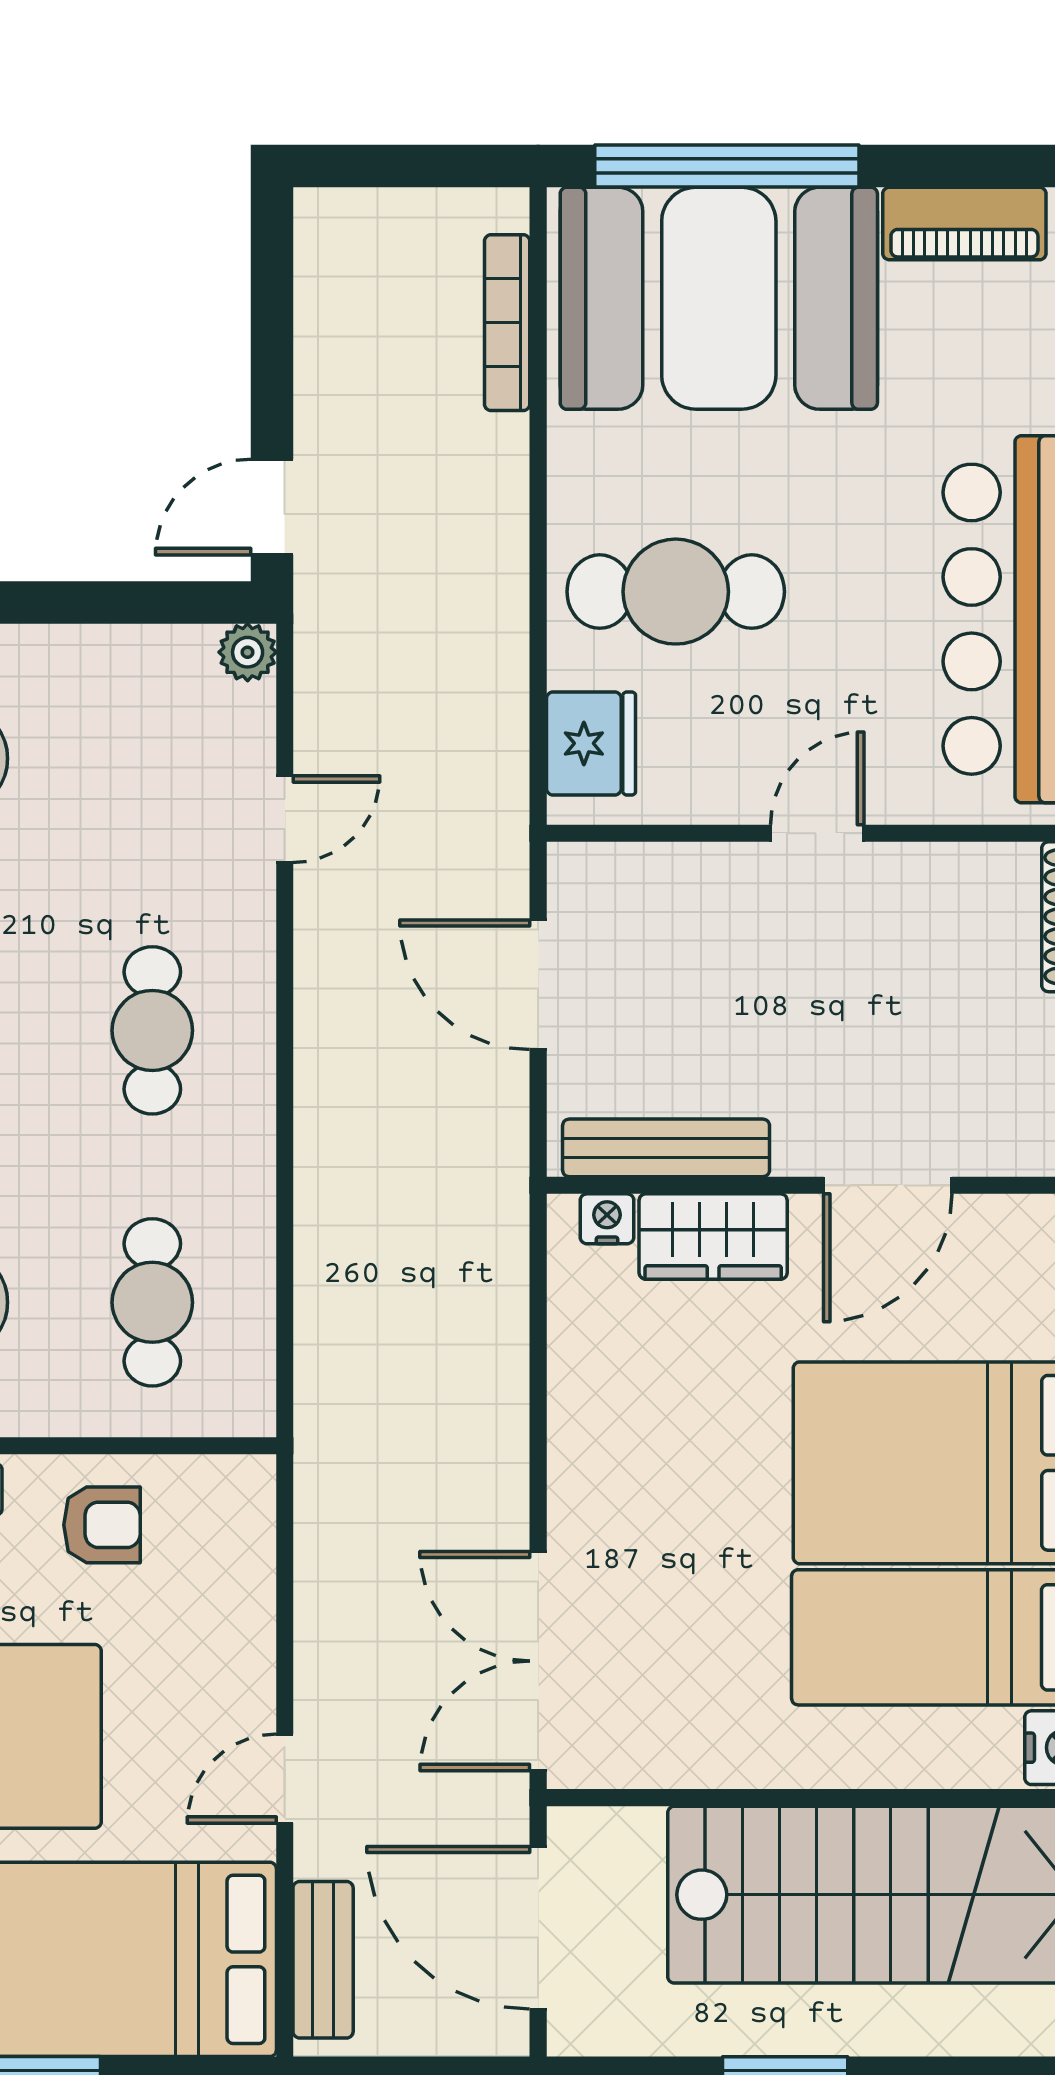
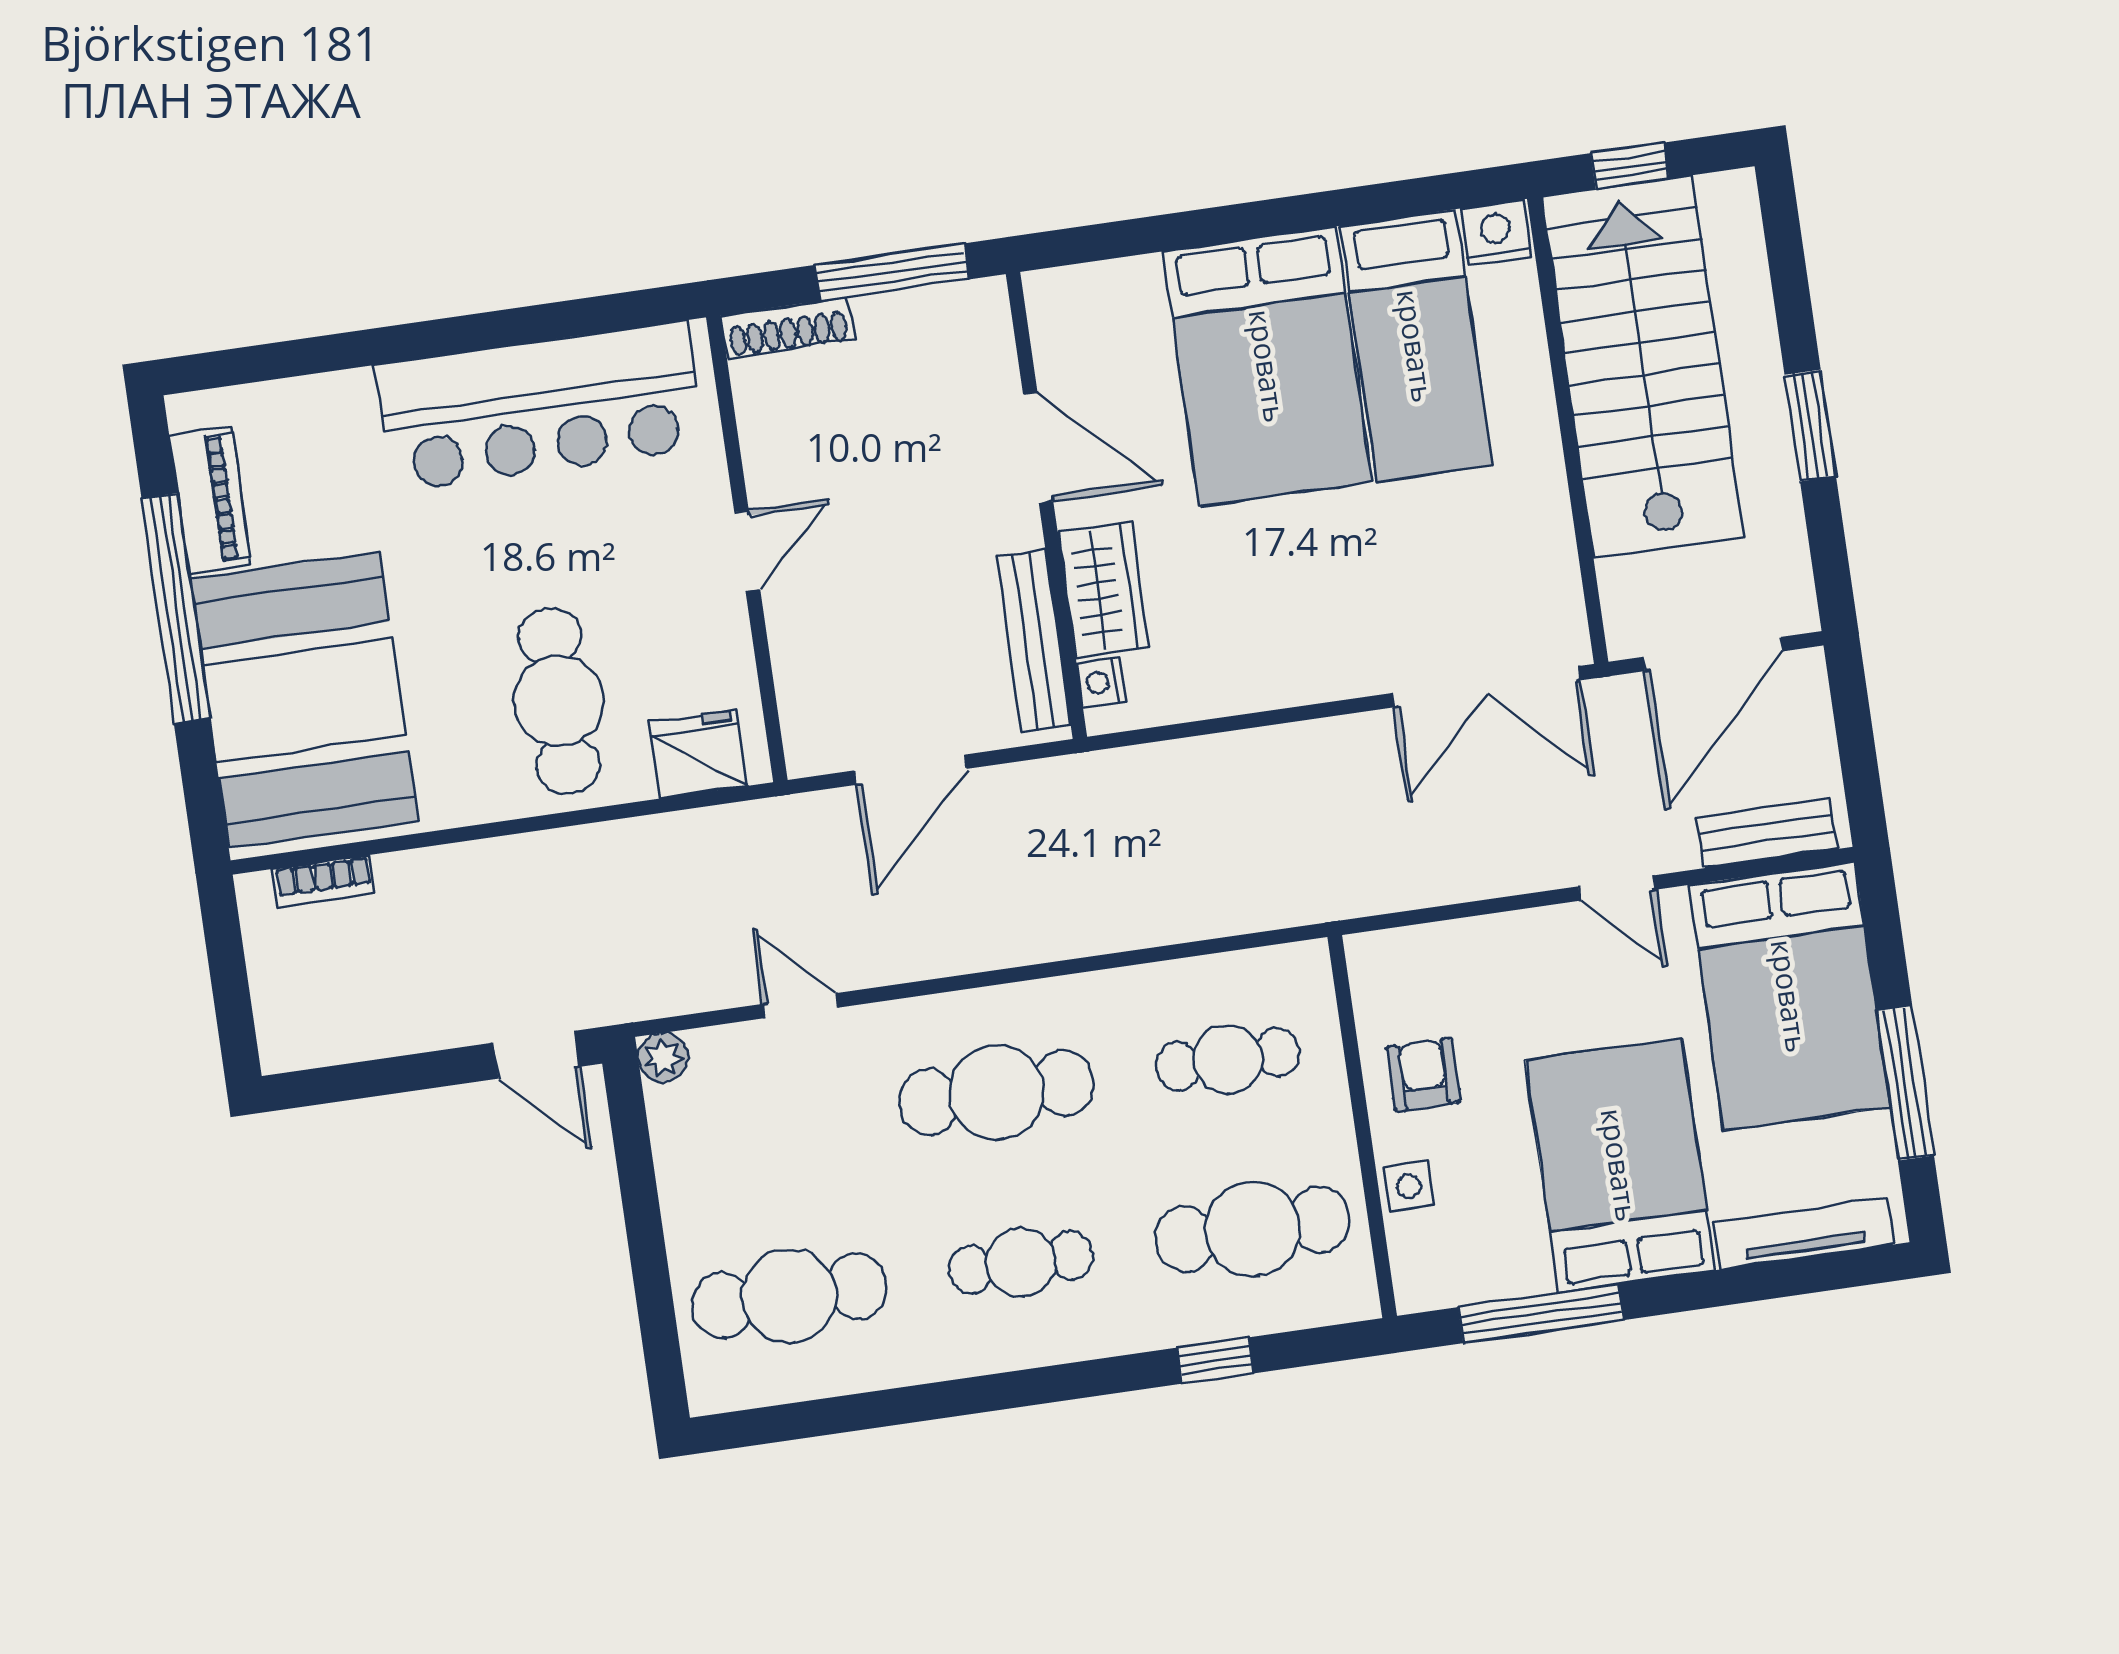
window: (727, 166) -> (176, 608), moved
bookcase: (507, 323) -> (324, 881), width x0.64
door: (817, 833) -> (747, 551), swing flipped
cafe table: (152, 1030) -> (996, 1092), width x1.37, depth x1.35

